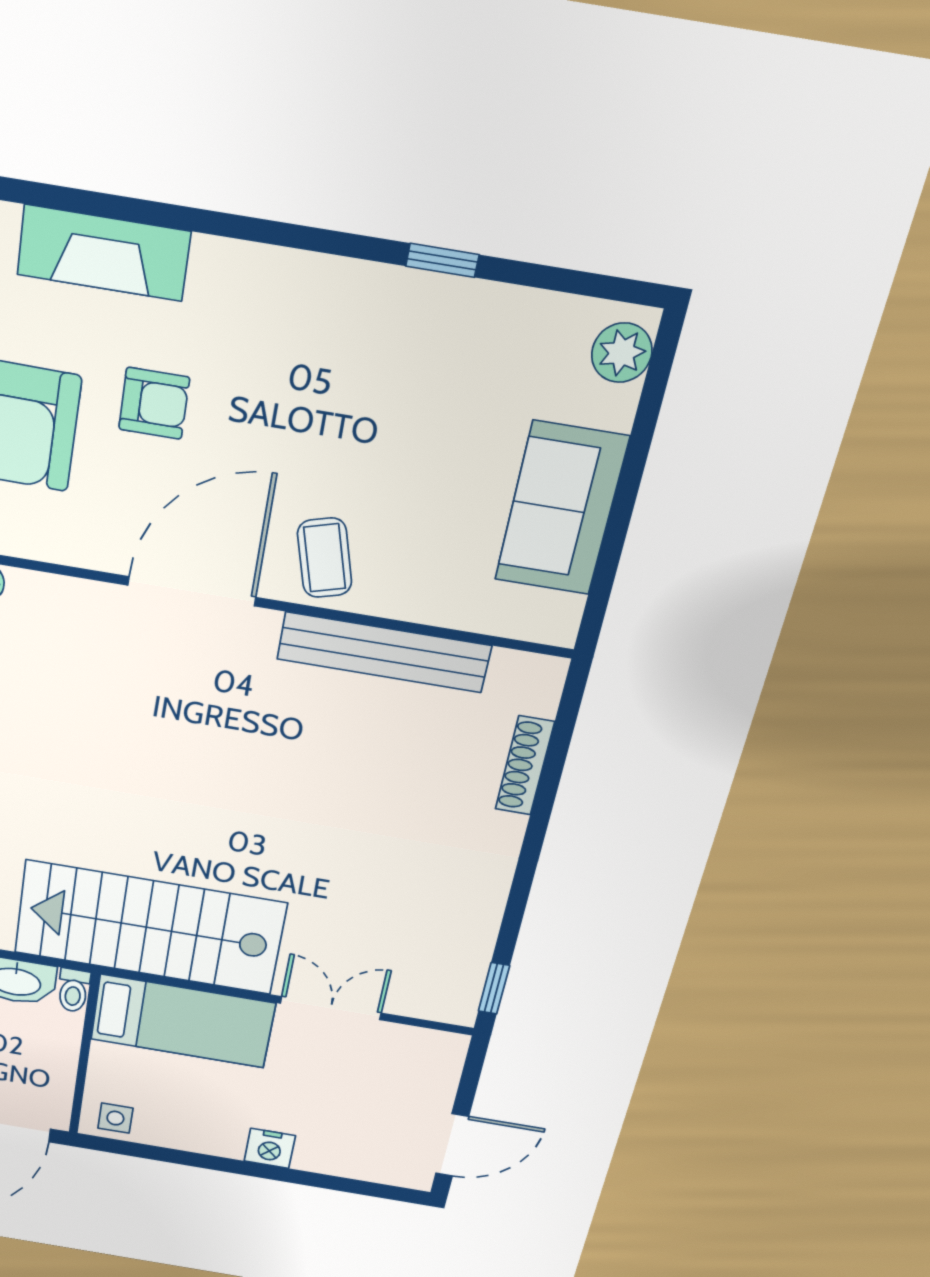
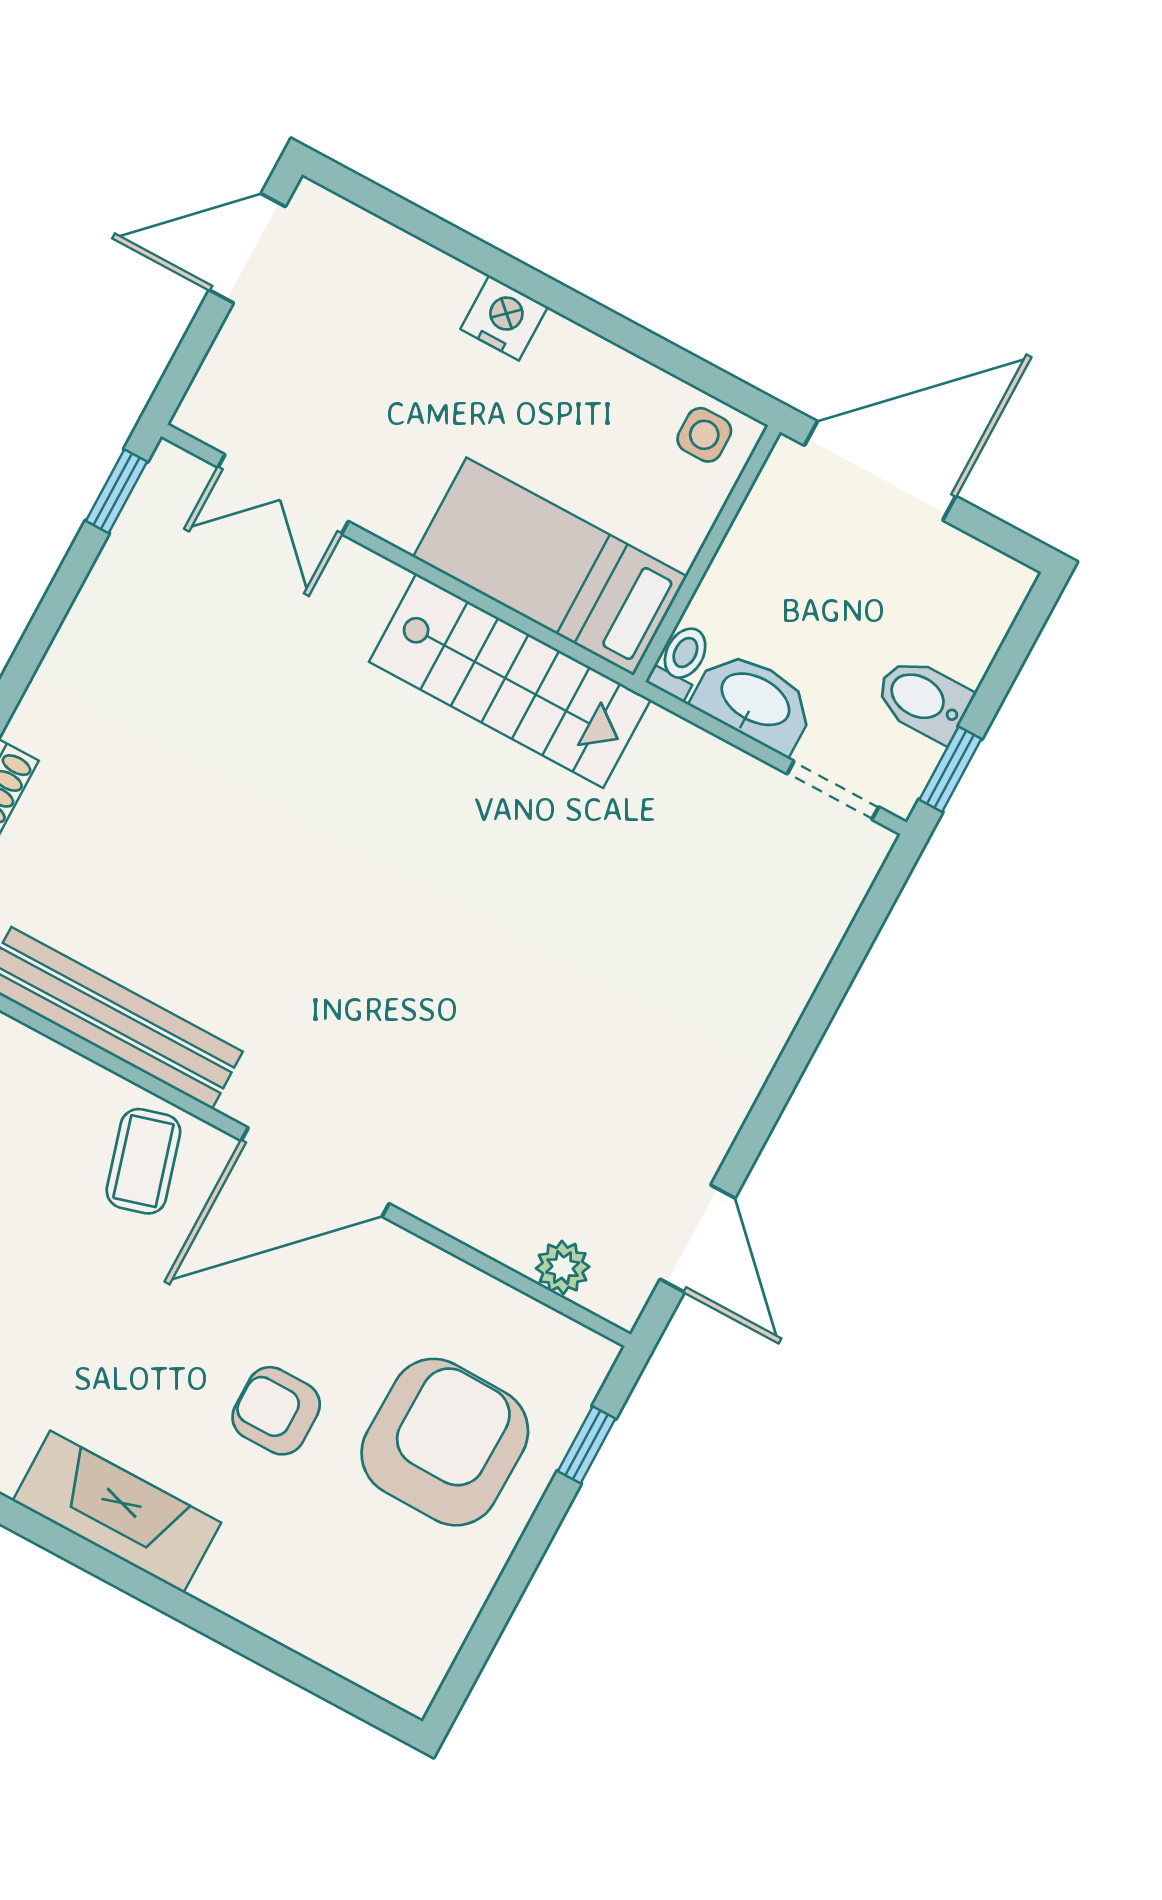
fireplace: (104, 253) -> (117, 1512), moved
stairs: (150, 928) -> (510, 681), width x0.73, depth x0.66
double door: (331, 1008) -> (283, 494), moved

